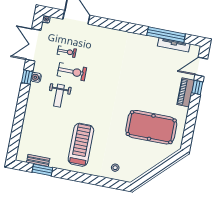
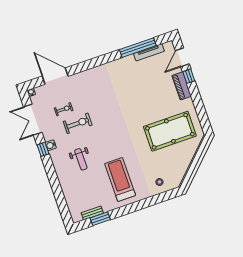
weight bench: (59, 96) -> (81, 159), moved

